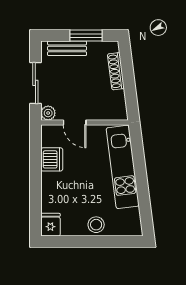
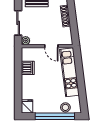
door: (75, 123) -> (51, 46), moved
stool: (96, 225) -> (65, 107), moved
window: (98, 242) -> (55, 116), added

